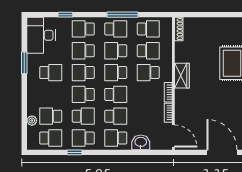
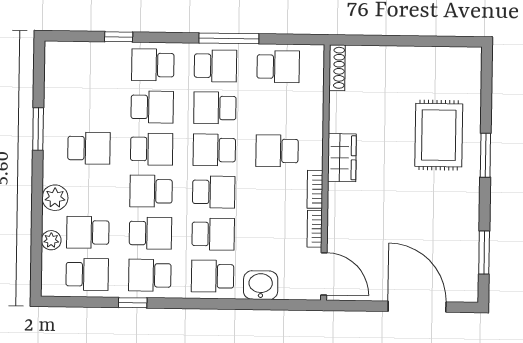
desk: (41, 35) -> (71, 76), removed
school desk: (83, 51) -> (152, 107), turned 180
school desk: (148, 51) -> (278, 109), removed
school desk: (83, 73) -> (152, 149), turned 180
plant: (33, 98) -> (55, 198), added

